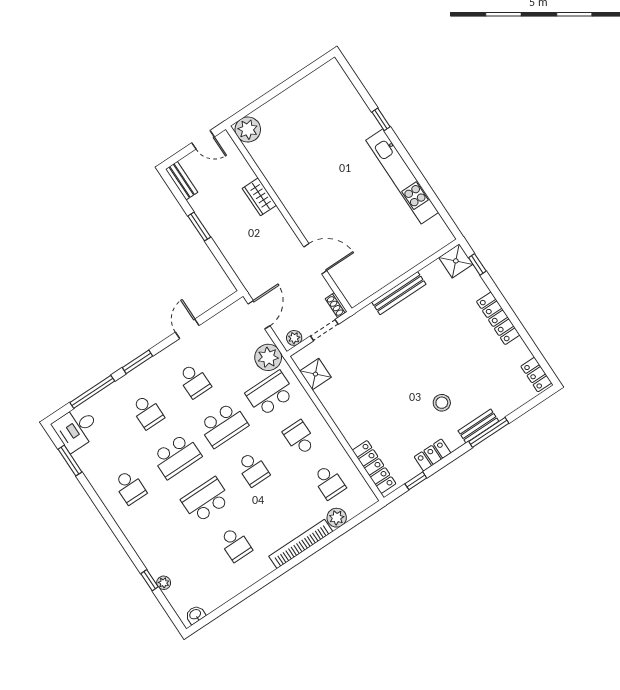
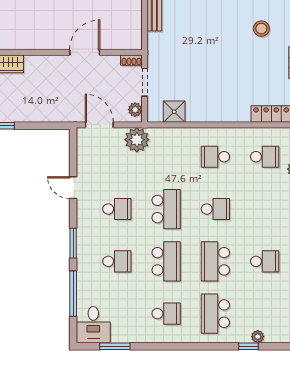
school desk: (270, 394) -> (215, 314), moved

